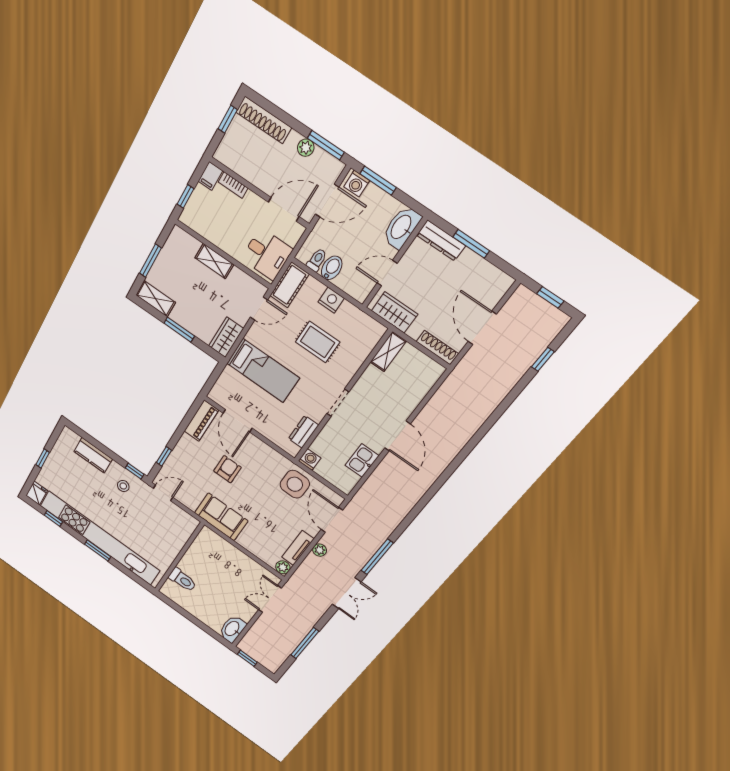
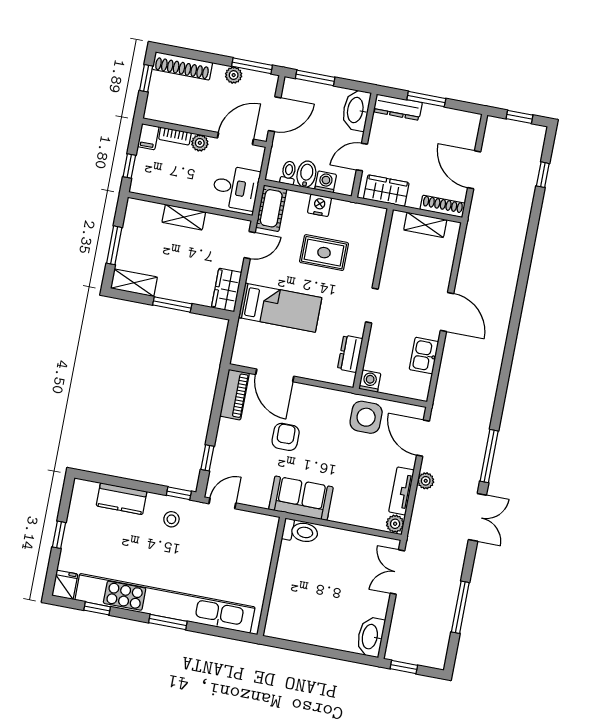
washing machine: (357, 184) -> (326, 182), moved, turned 180
plant: (252, 200) -> (200, 143), added
shelving: (388, 352) -> (425, 225), moved, turned 90
toilet: (182, 580) -> (300, 532), moved

